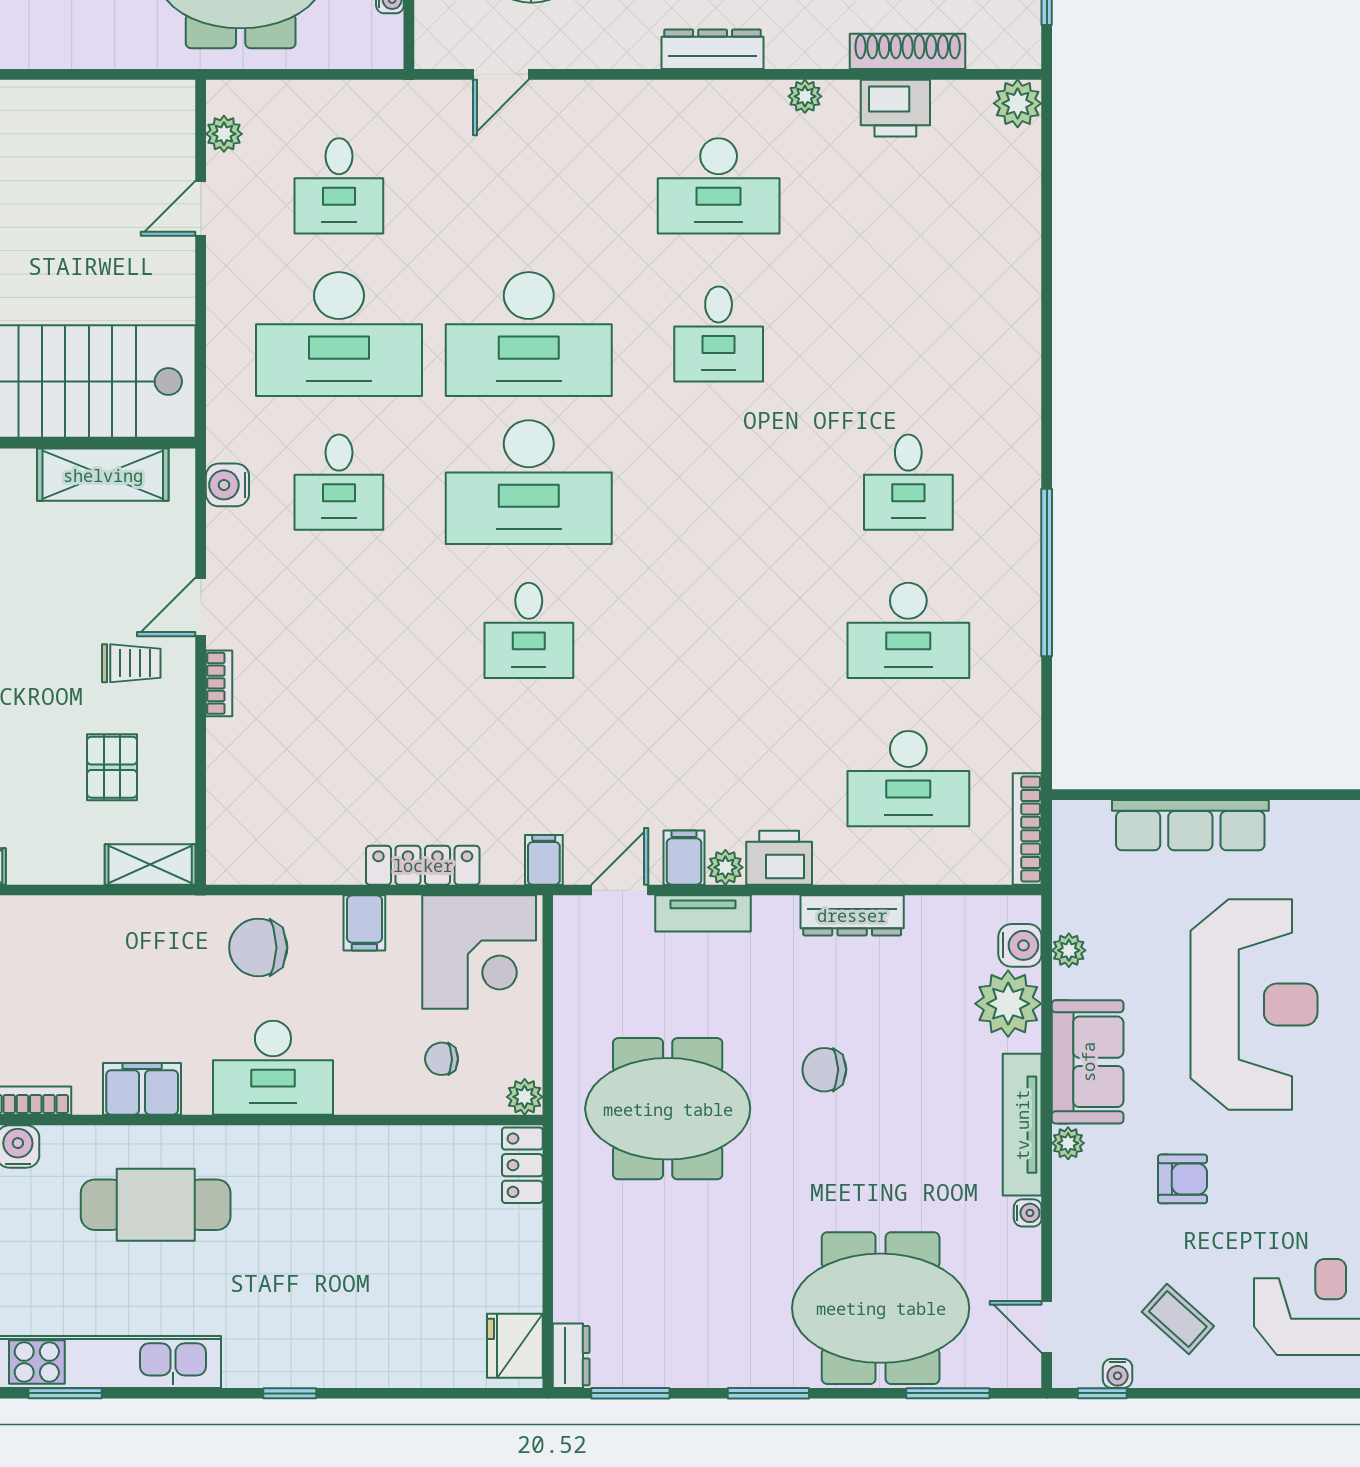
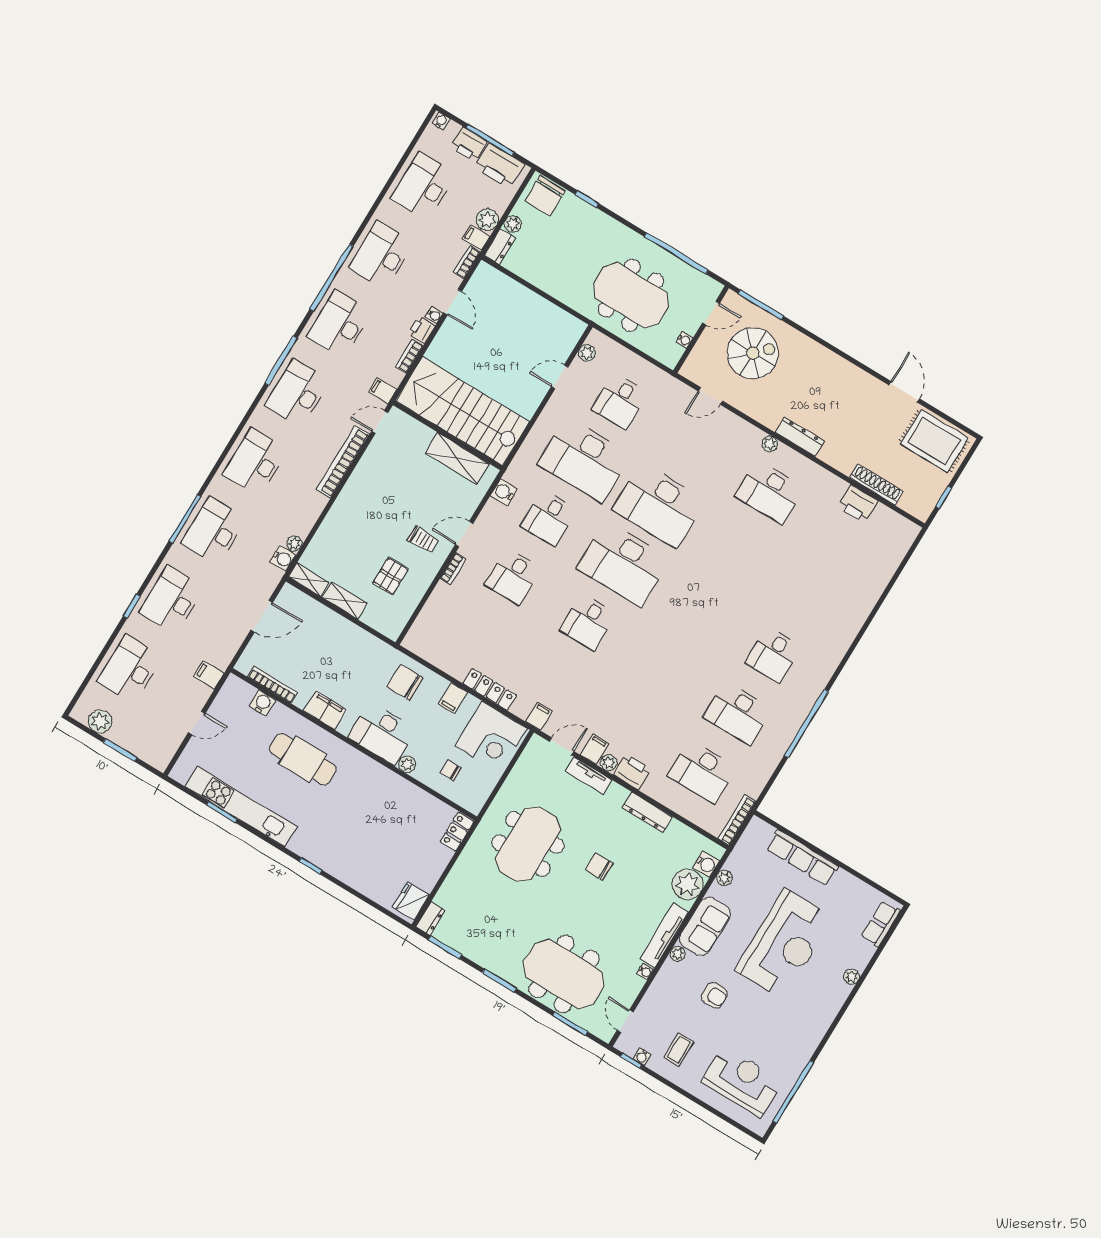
plant: (805, 96) -> (770, 444), moved
plant: (1018, 103) -> (907, 531), removed
desk: (719, 334) -> (513, 577), moved
shelving: (150, 864) -> (345, 601), moved
plant: (525, 1097) -> (407, 764), moved
meeting table: (668, 1109) -> (528, 844), turned 90
coffee table: (1178, 1319) -> (679, 1050), turned 48

